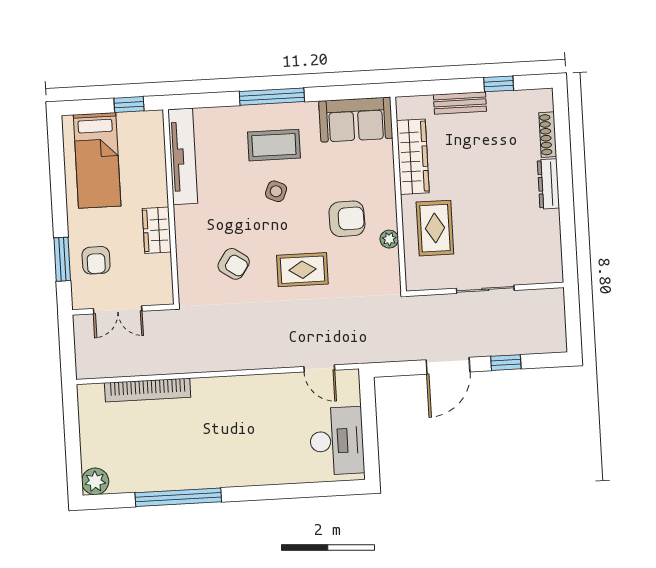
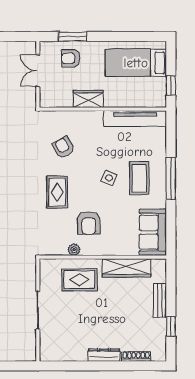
armchair: (234, 264) -> (63, 148), turned 116

